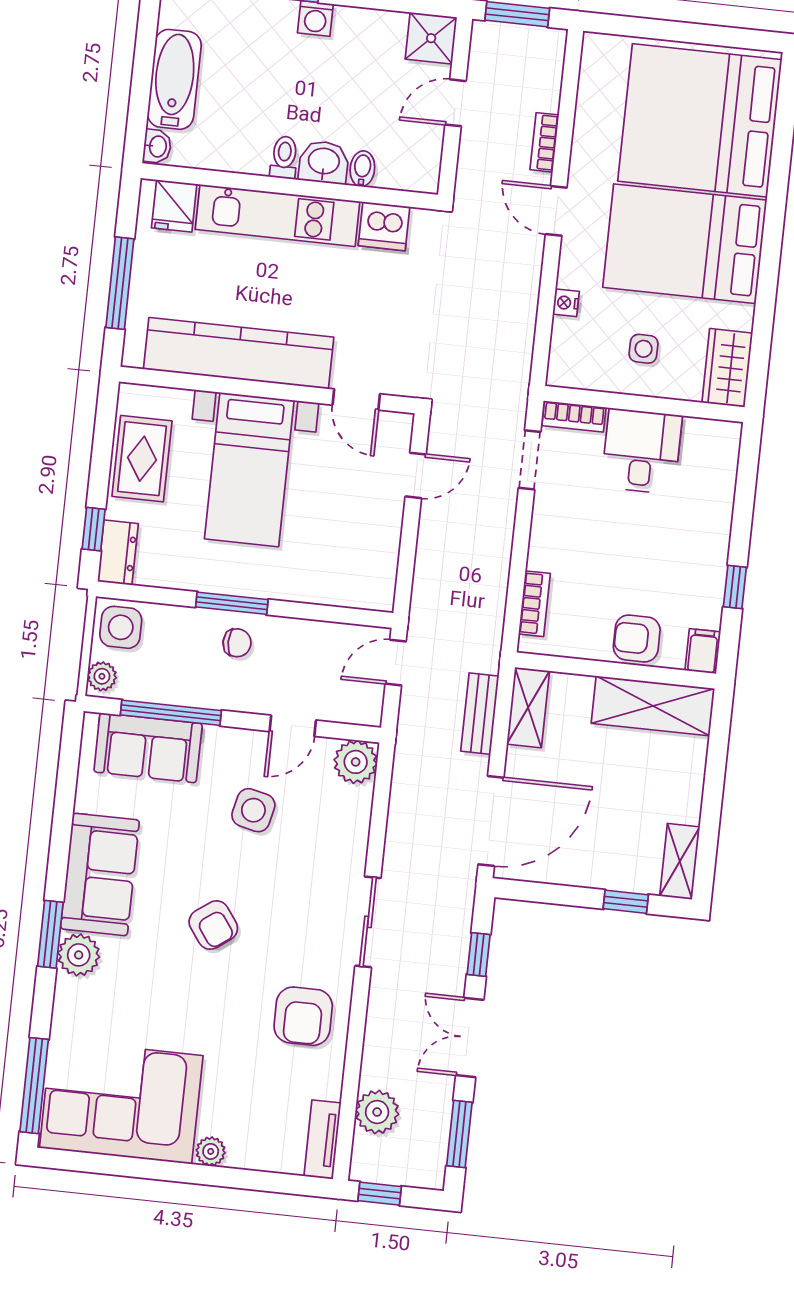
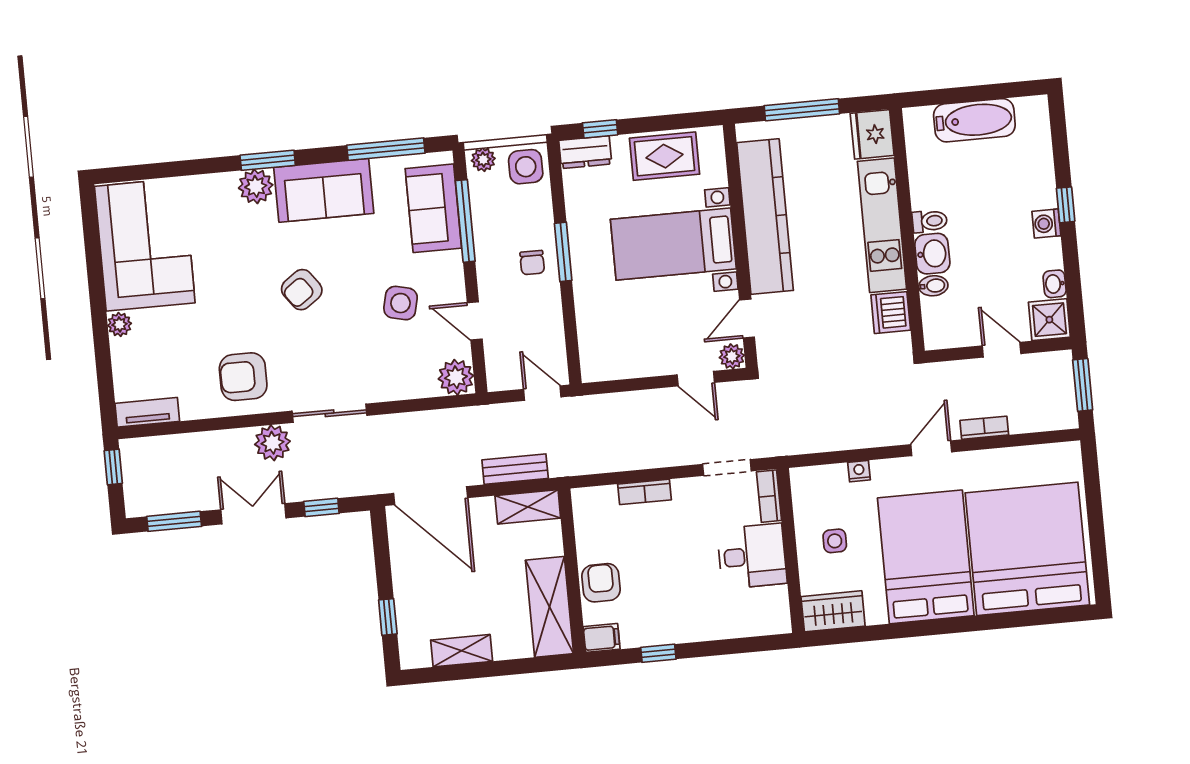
washbasin: (157, 146) -> (1055, 284), moved, turned 90
fridge: (174, 206) -> (872, 134), width x1.38
plant: (398, 427) -> (732, 356), added
bookcase: (534, 604) -> (645, 492), moved
shelving: (680, 861) -> (462, 651), moved
window: (34, 1086) -> (386, 149), moved
plant: (377, 1112) -> (272, 443), moved

